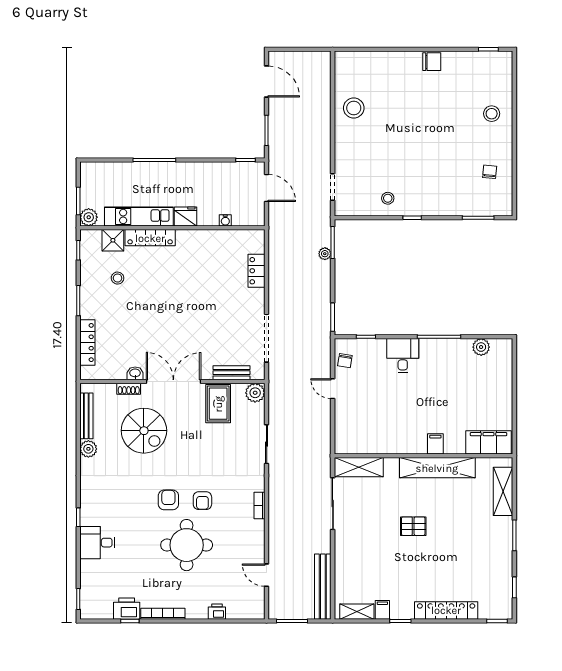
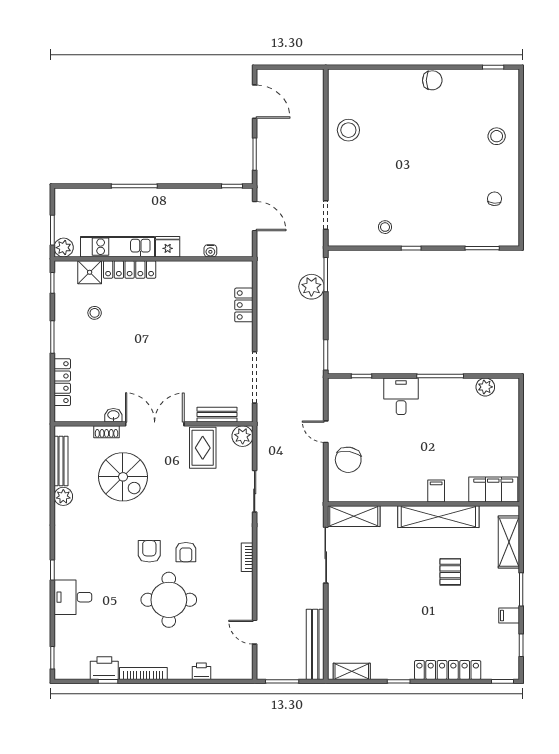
plant: (325, 254) -> (311, 287), width x1.87, depth x1.87
chair: (345, 361) -> (348, 460), moved, width x1.87, depth x1.87
pallet: (413, 526) -> (450, 572), moved, turned 90
filing cabinet: (382, 610) -> (509, 616), moved, turned -90

